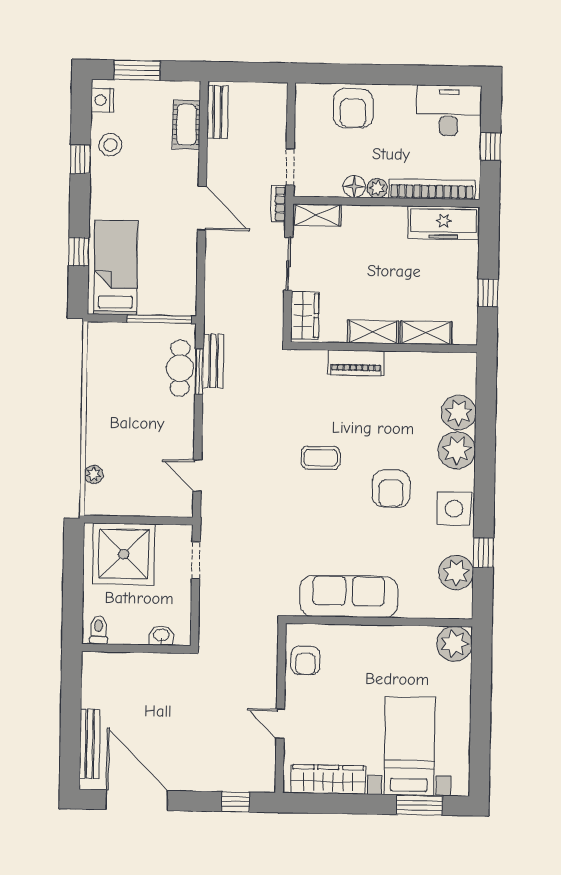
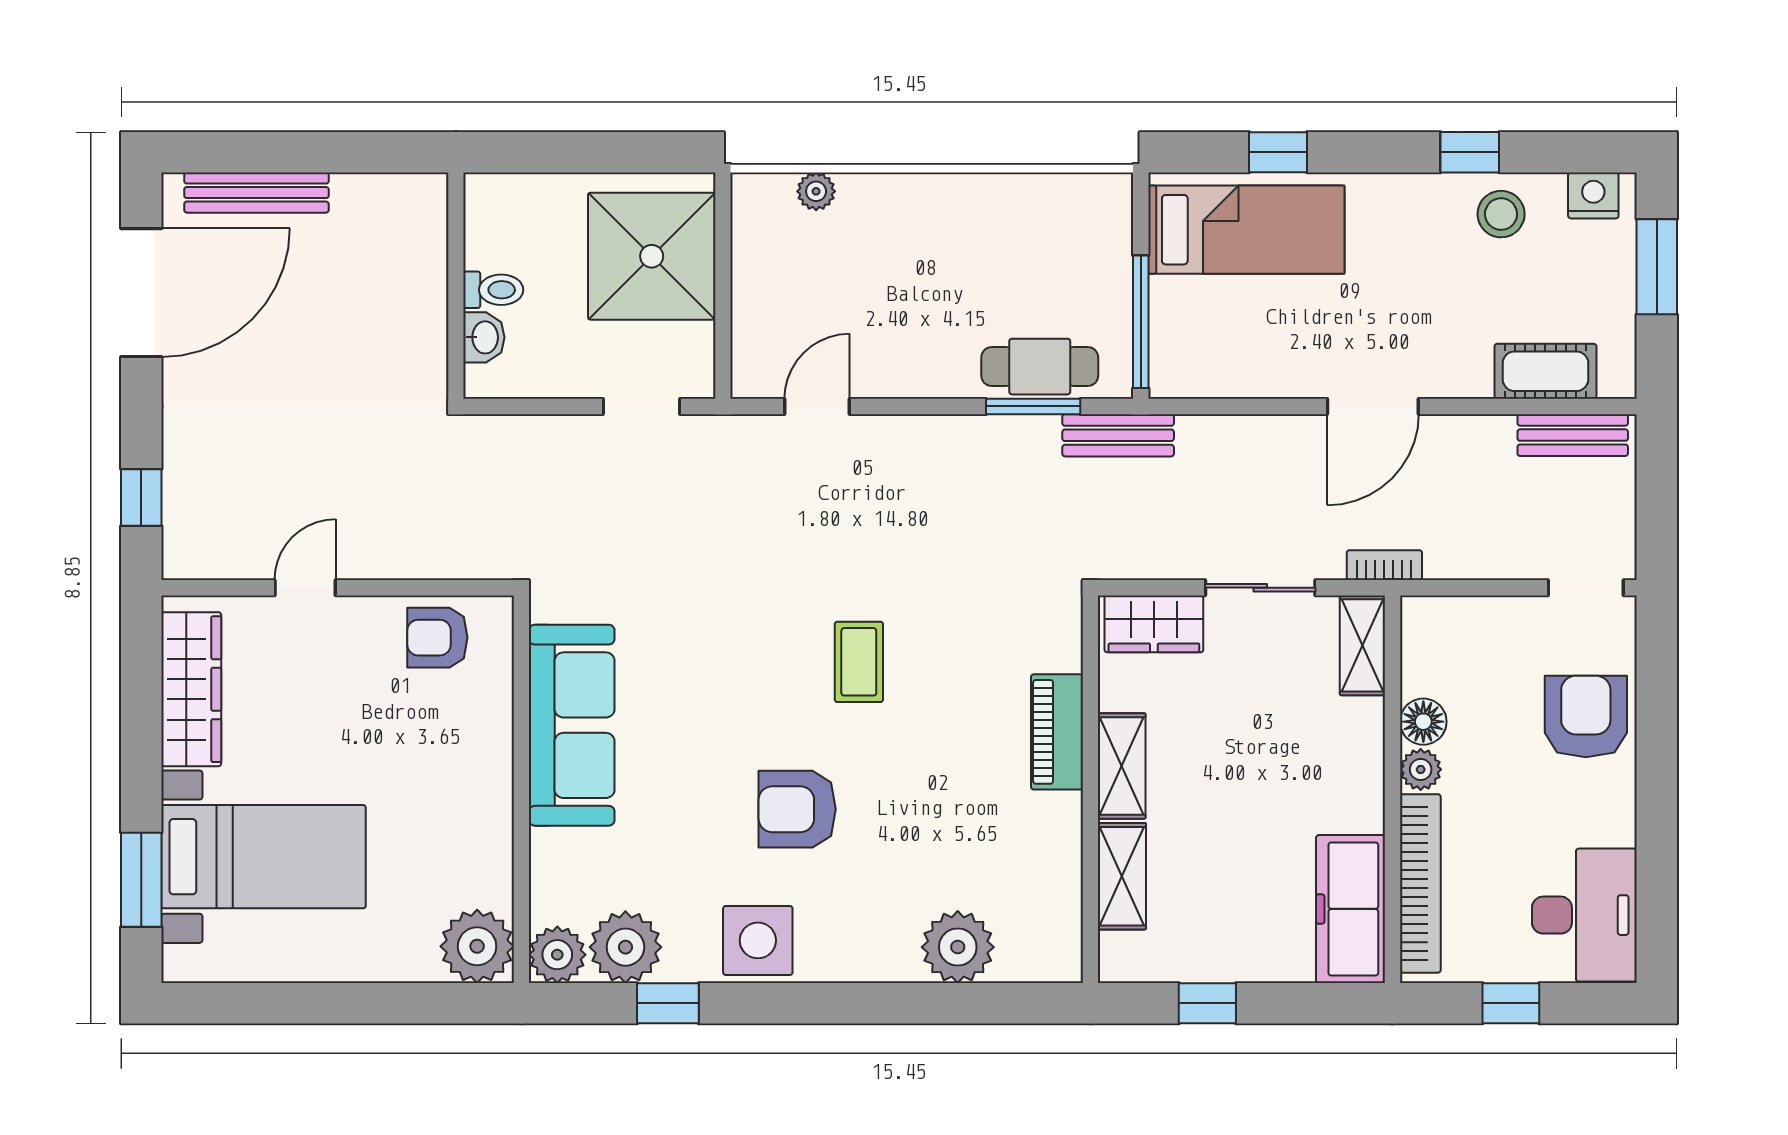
armchair: (353, 108) -> (1586, 716), turned 90
doorway: (290, 167) -> (1586, 588), moved
bench: (213, 361) -> (1118, 435), moved
plant: (457, 450) -> (557, 955), moved, width x0.73, depth x0.73
toilet: (99, 630) -> (493, 290), moved

